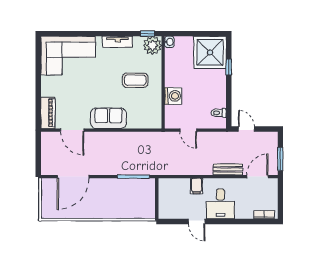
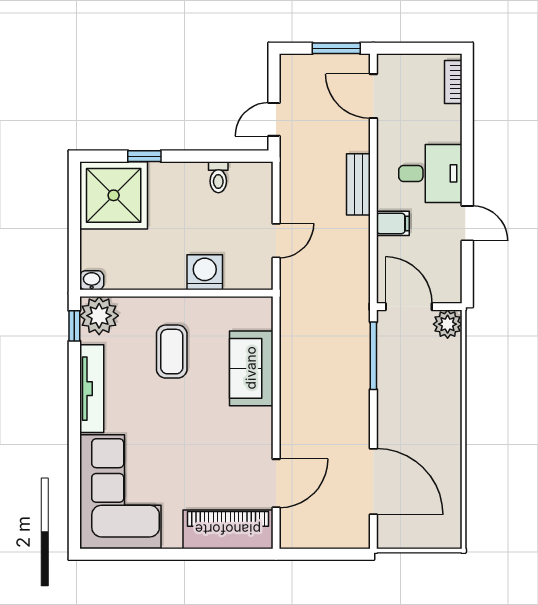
tv unit: (118, 42) -> (92, 389), width x1.41
piano: (48, 113) -> (228, 529), width x1.37, depth x1.33
toilet: (219, 113) -> (218, 177), moved
sofa: (108, 118) -> (251, 368), moved
bench: (228, 169) -> (358, 184), moved
door: (157, 194) -> (409, 307), added
plant: (148, 212) -> (448, 324), added
door: (197, 221) -> (467, 223), hinge flipped

